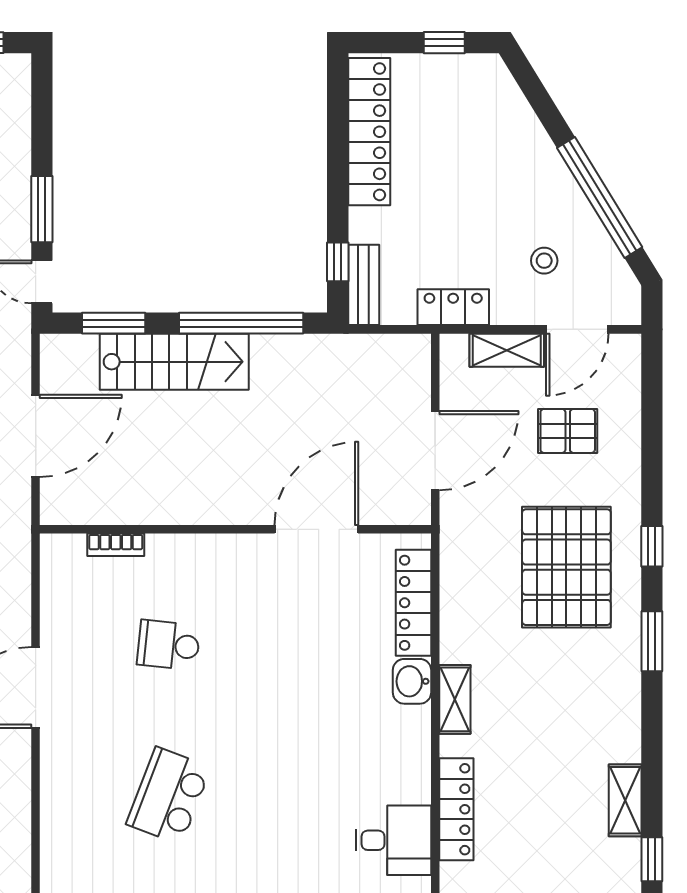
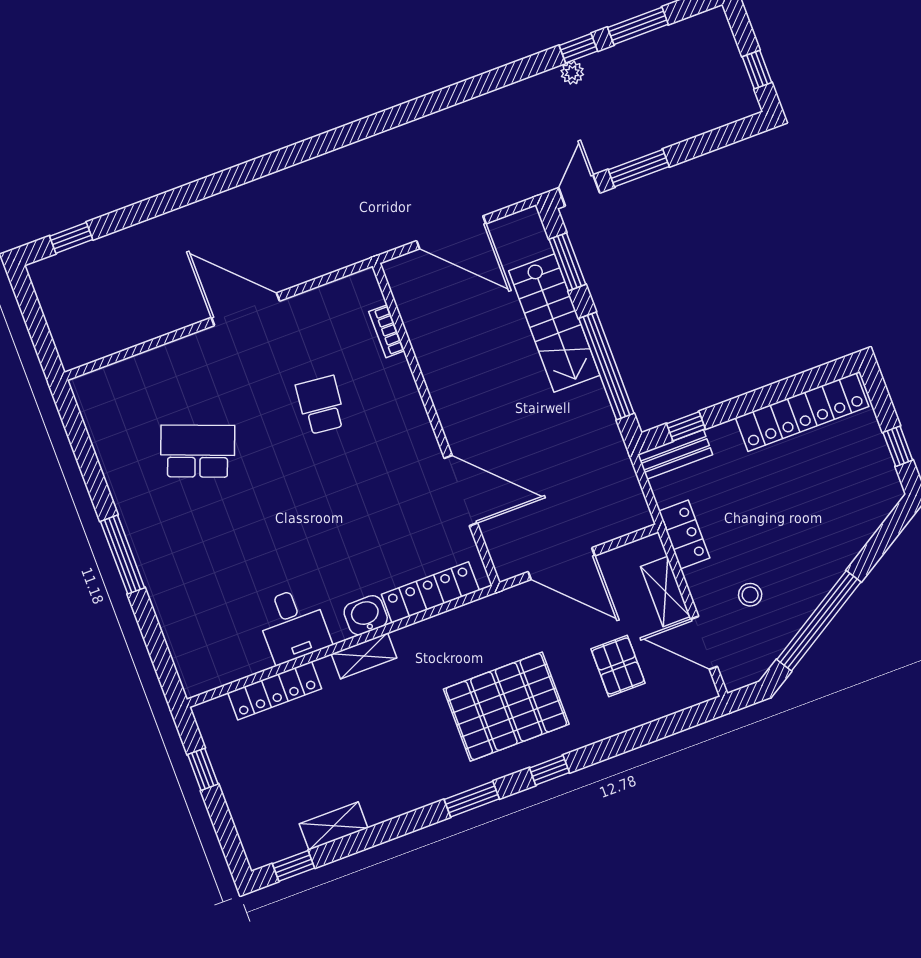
desk: (393, 840) -> (293, 625), moved

